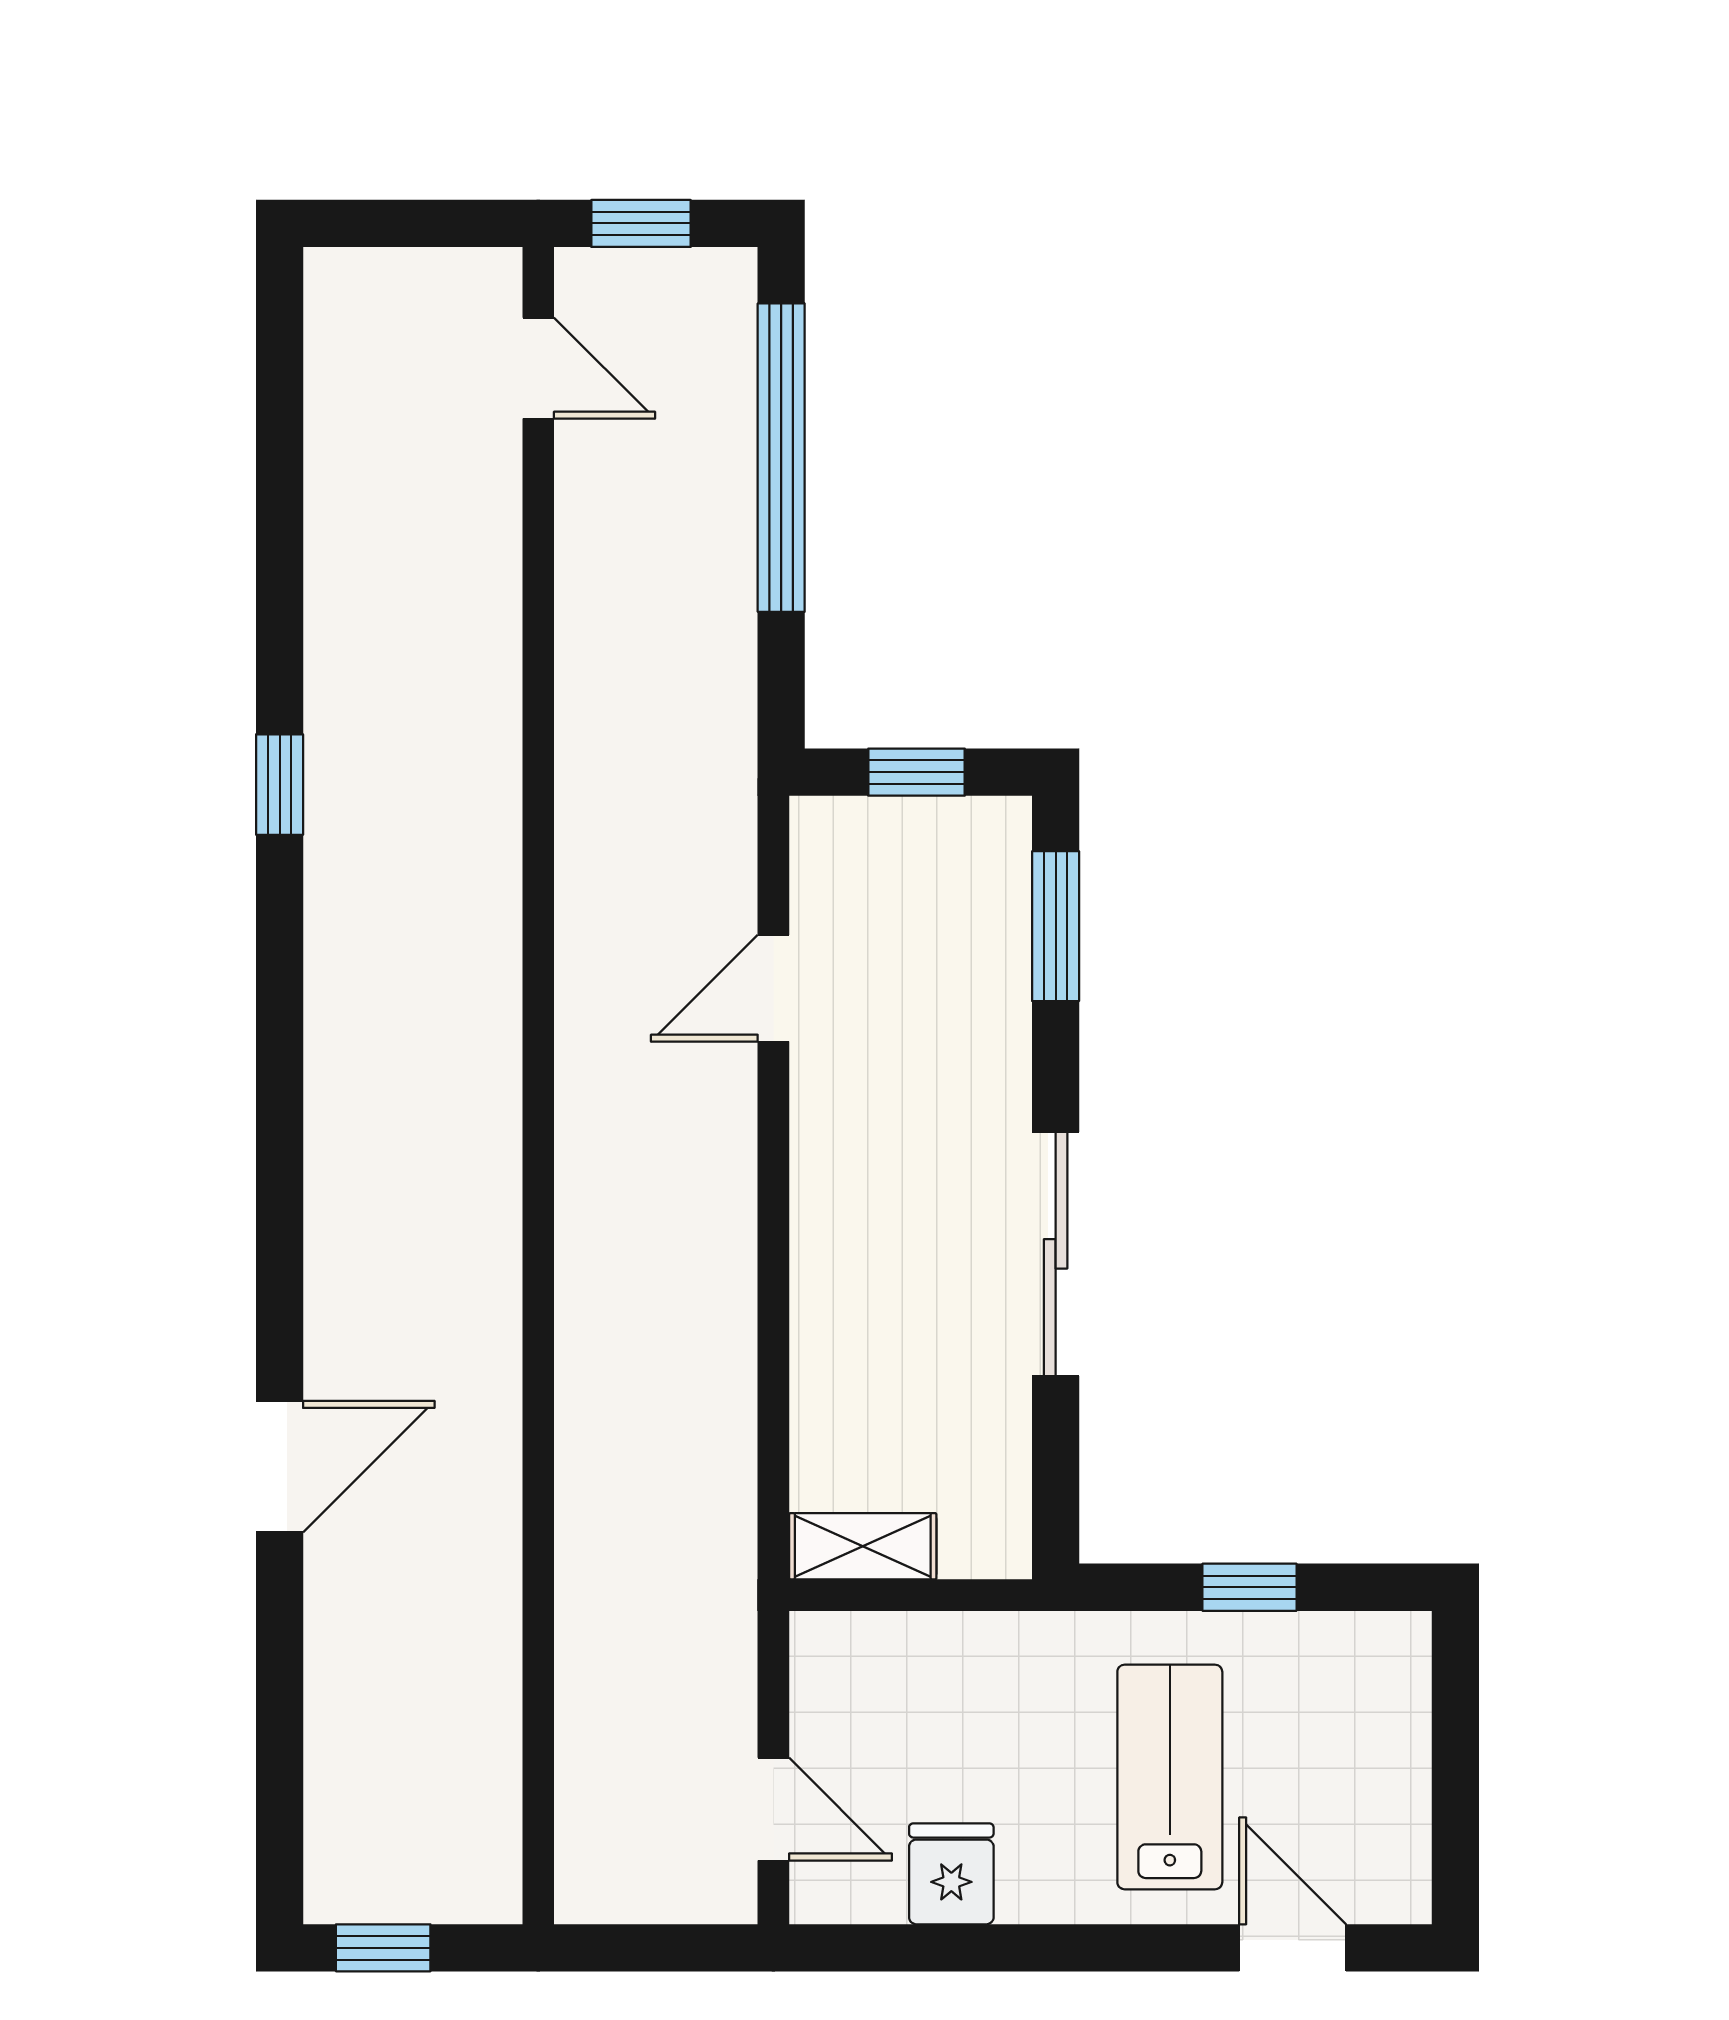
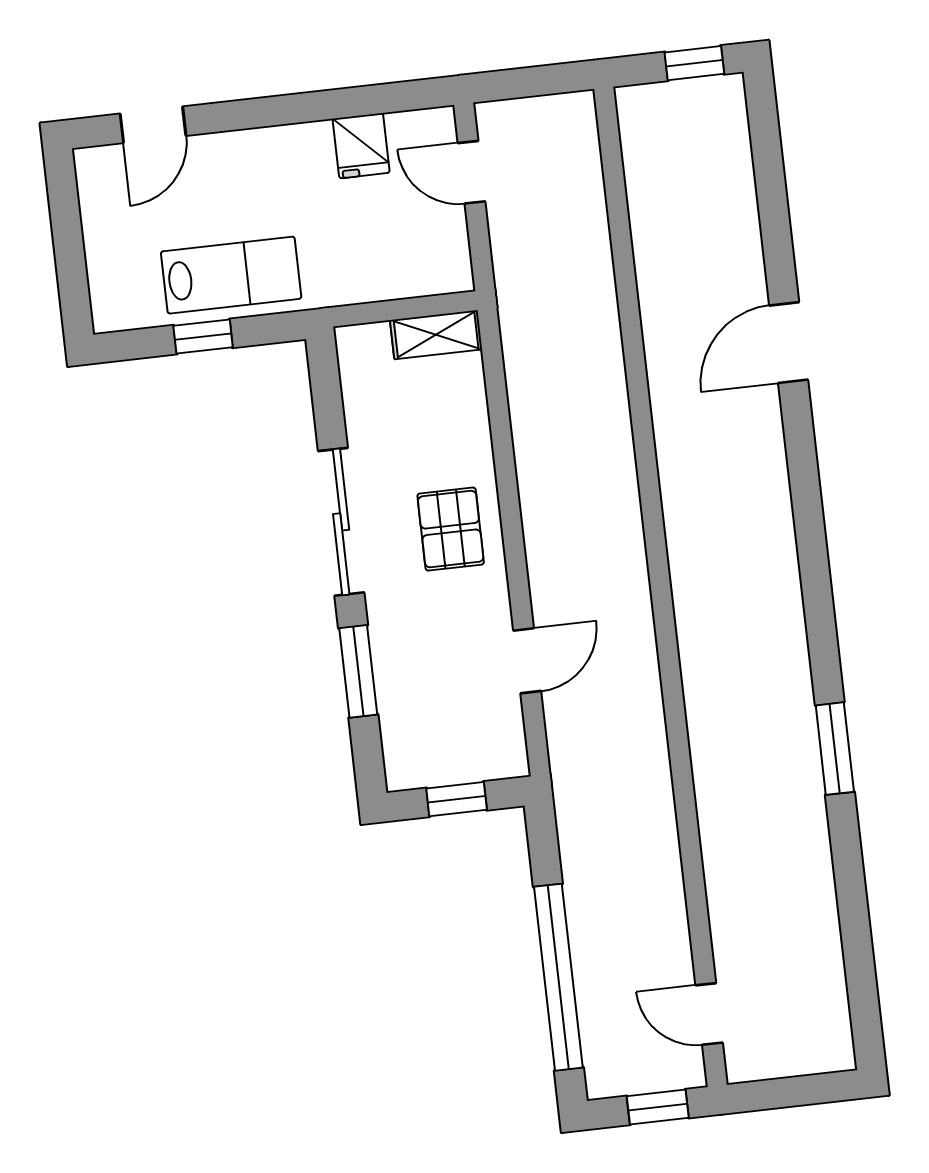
window: (280, 785) -> (835, 749), width x1.50
window: (1056, 926) -> (358, 671), moved
pallet: (875, 1221) -> (451, 529), added
lab bench: (1170, 1777) -> (231, 275), moved, turned -90
door: (1293, 1948) -> (153, 125), hinge flipped

